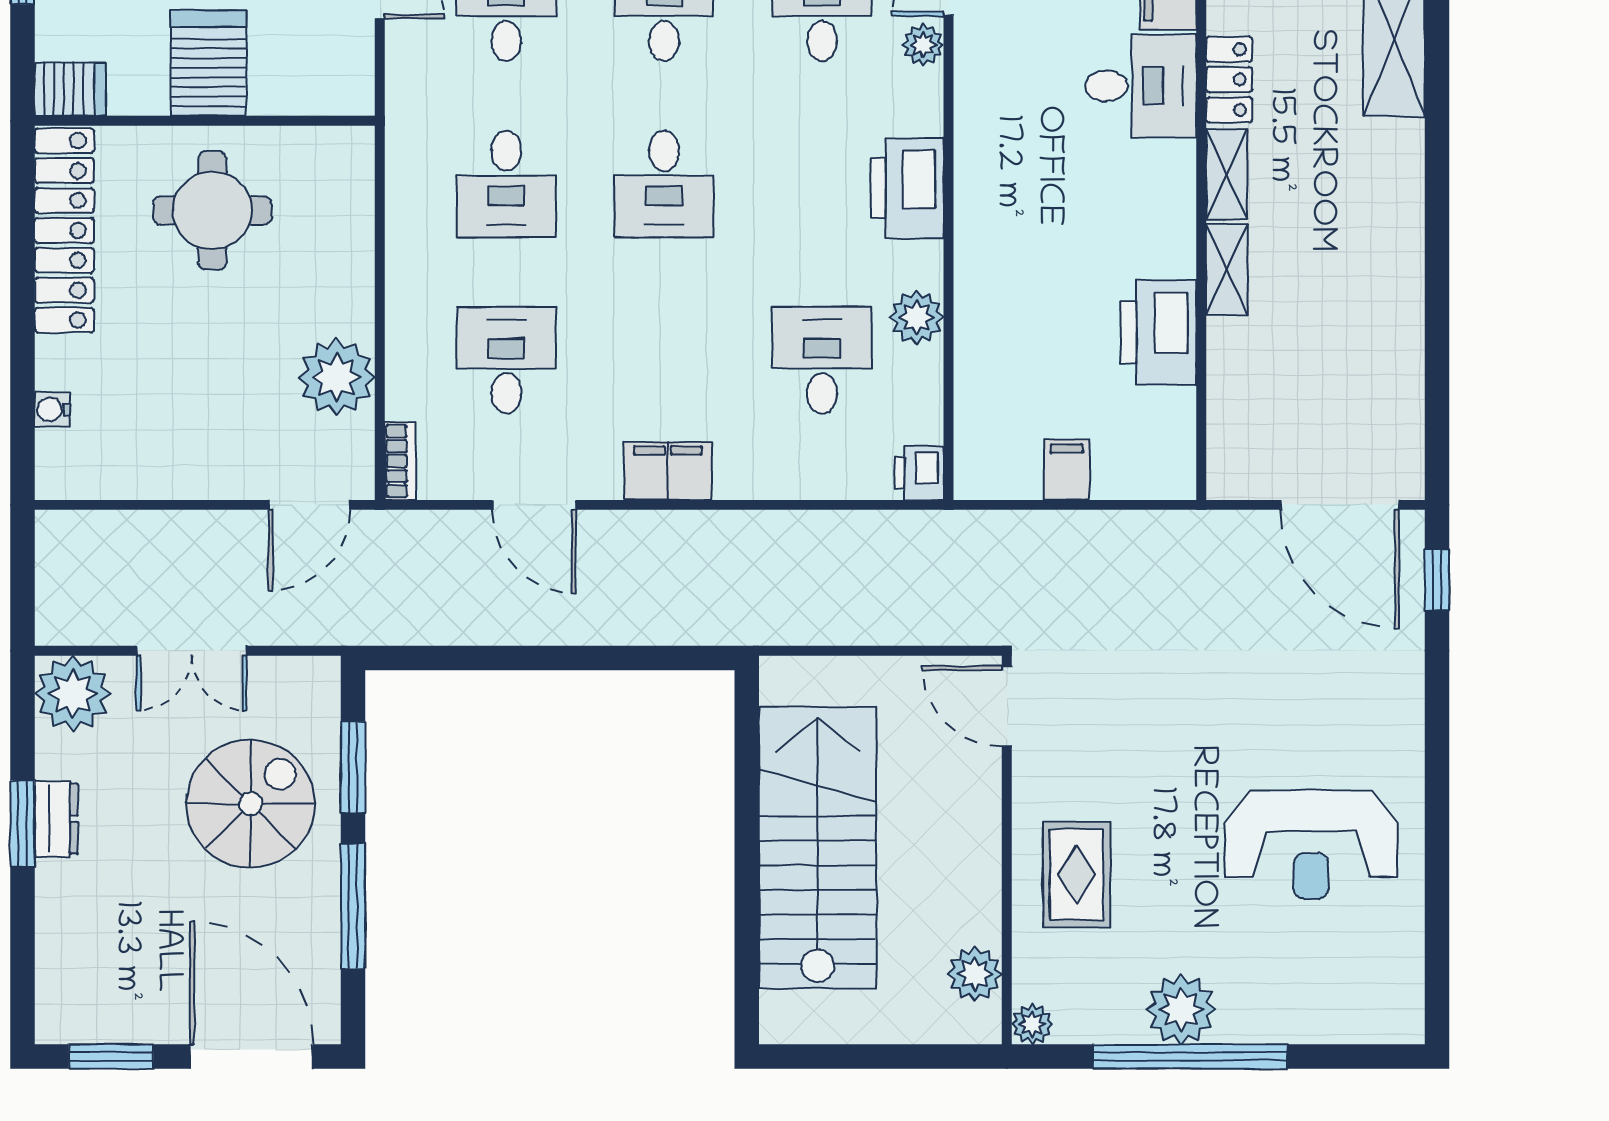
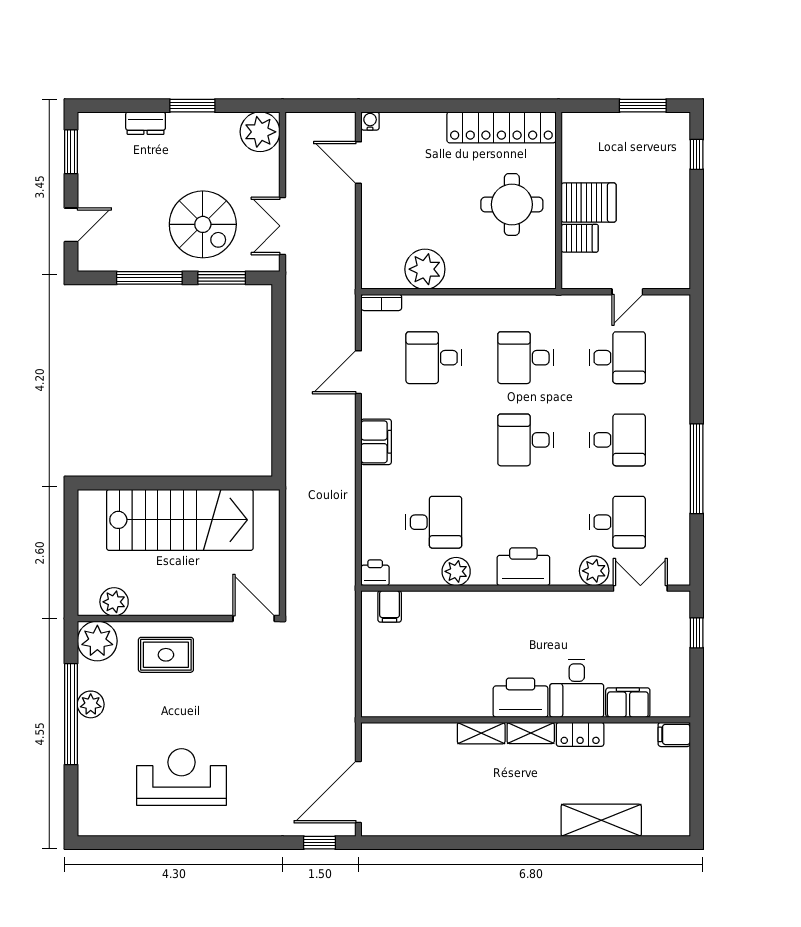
plant: (923, 45) -> (594, 571), width x1.38, depth x1.38
server rack: (70, 89) -> (580, 238), moved, turned -90
printer: (1159, 332) -> (521, 698), moved
desk: (506, 360) -> (434, 358), turned 180
water cooler: (52, 409) -> (370, 121), moved
filing cabinet: (1067, 470) -> (390, 606), moved, turned 90
door: (309, 505) -> (358, 163), moved
double door: (191, 651) -> (282, 226), moved
door: (1007, 706) -> (254, 618), hinge flipped
dresser: (56, 819) -> (146, 123), moved
reception desk: (1311, 844) -> (182, 777), turned 90
plant: (1181, 1009) -> (91, 704), width x0.73, depth x0.73
plant: (1032, 1024) -> (97, 641), width x1.87, depth x1.87
door: (251, 1057) -> (71, 225), width x0.53

